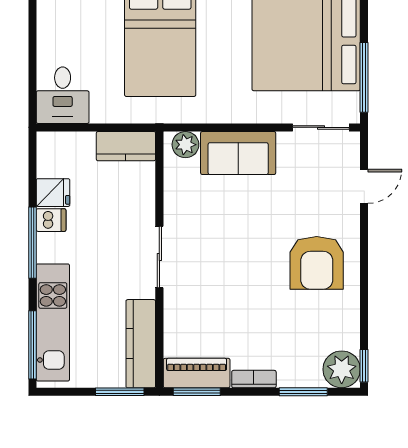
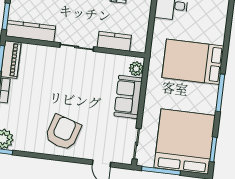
kitchen counter: (126, 146) -> (114, 41), moved, turned 90
armchair: (317, 263) -> (63, 132), turned 107

